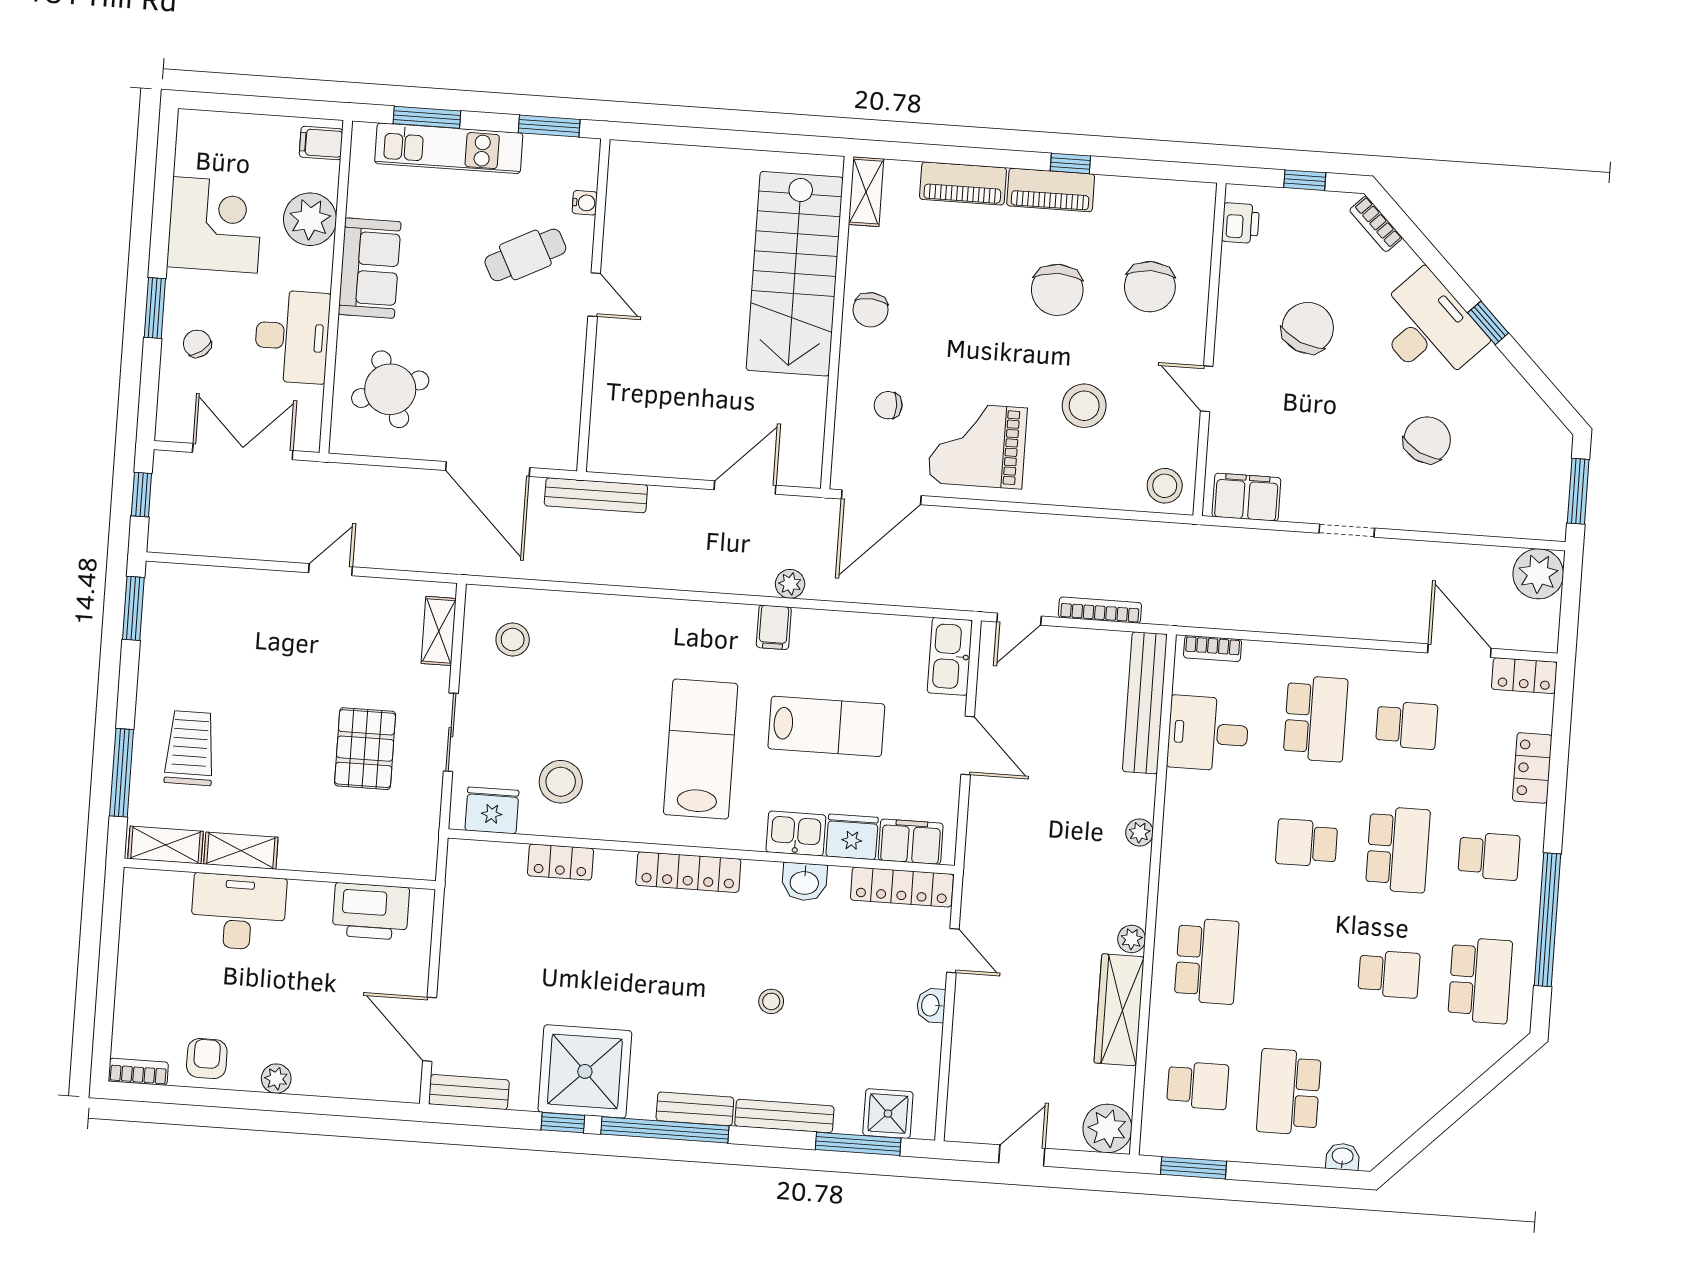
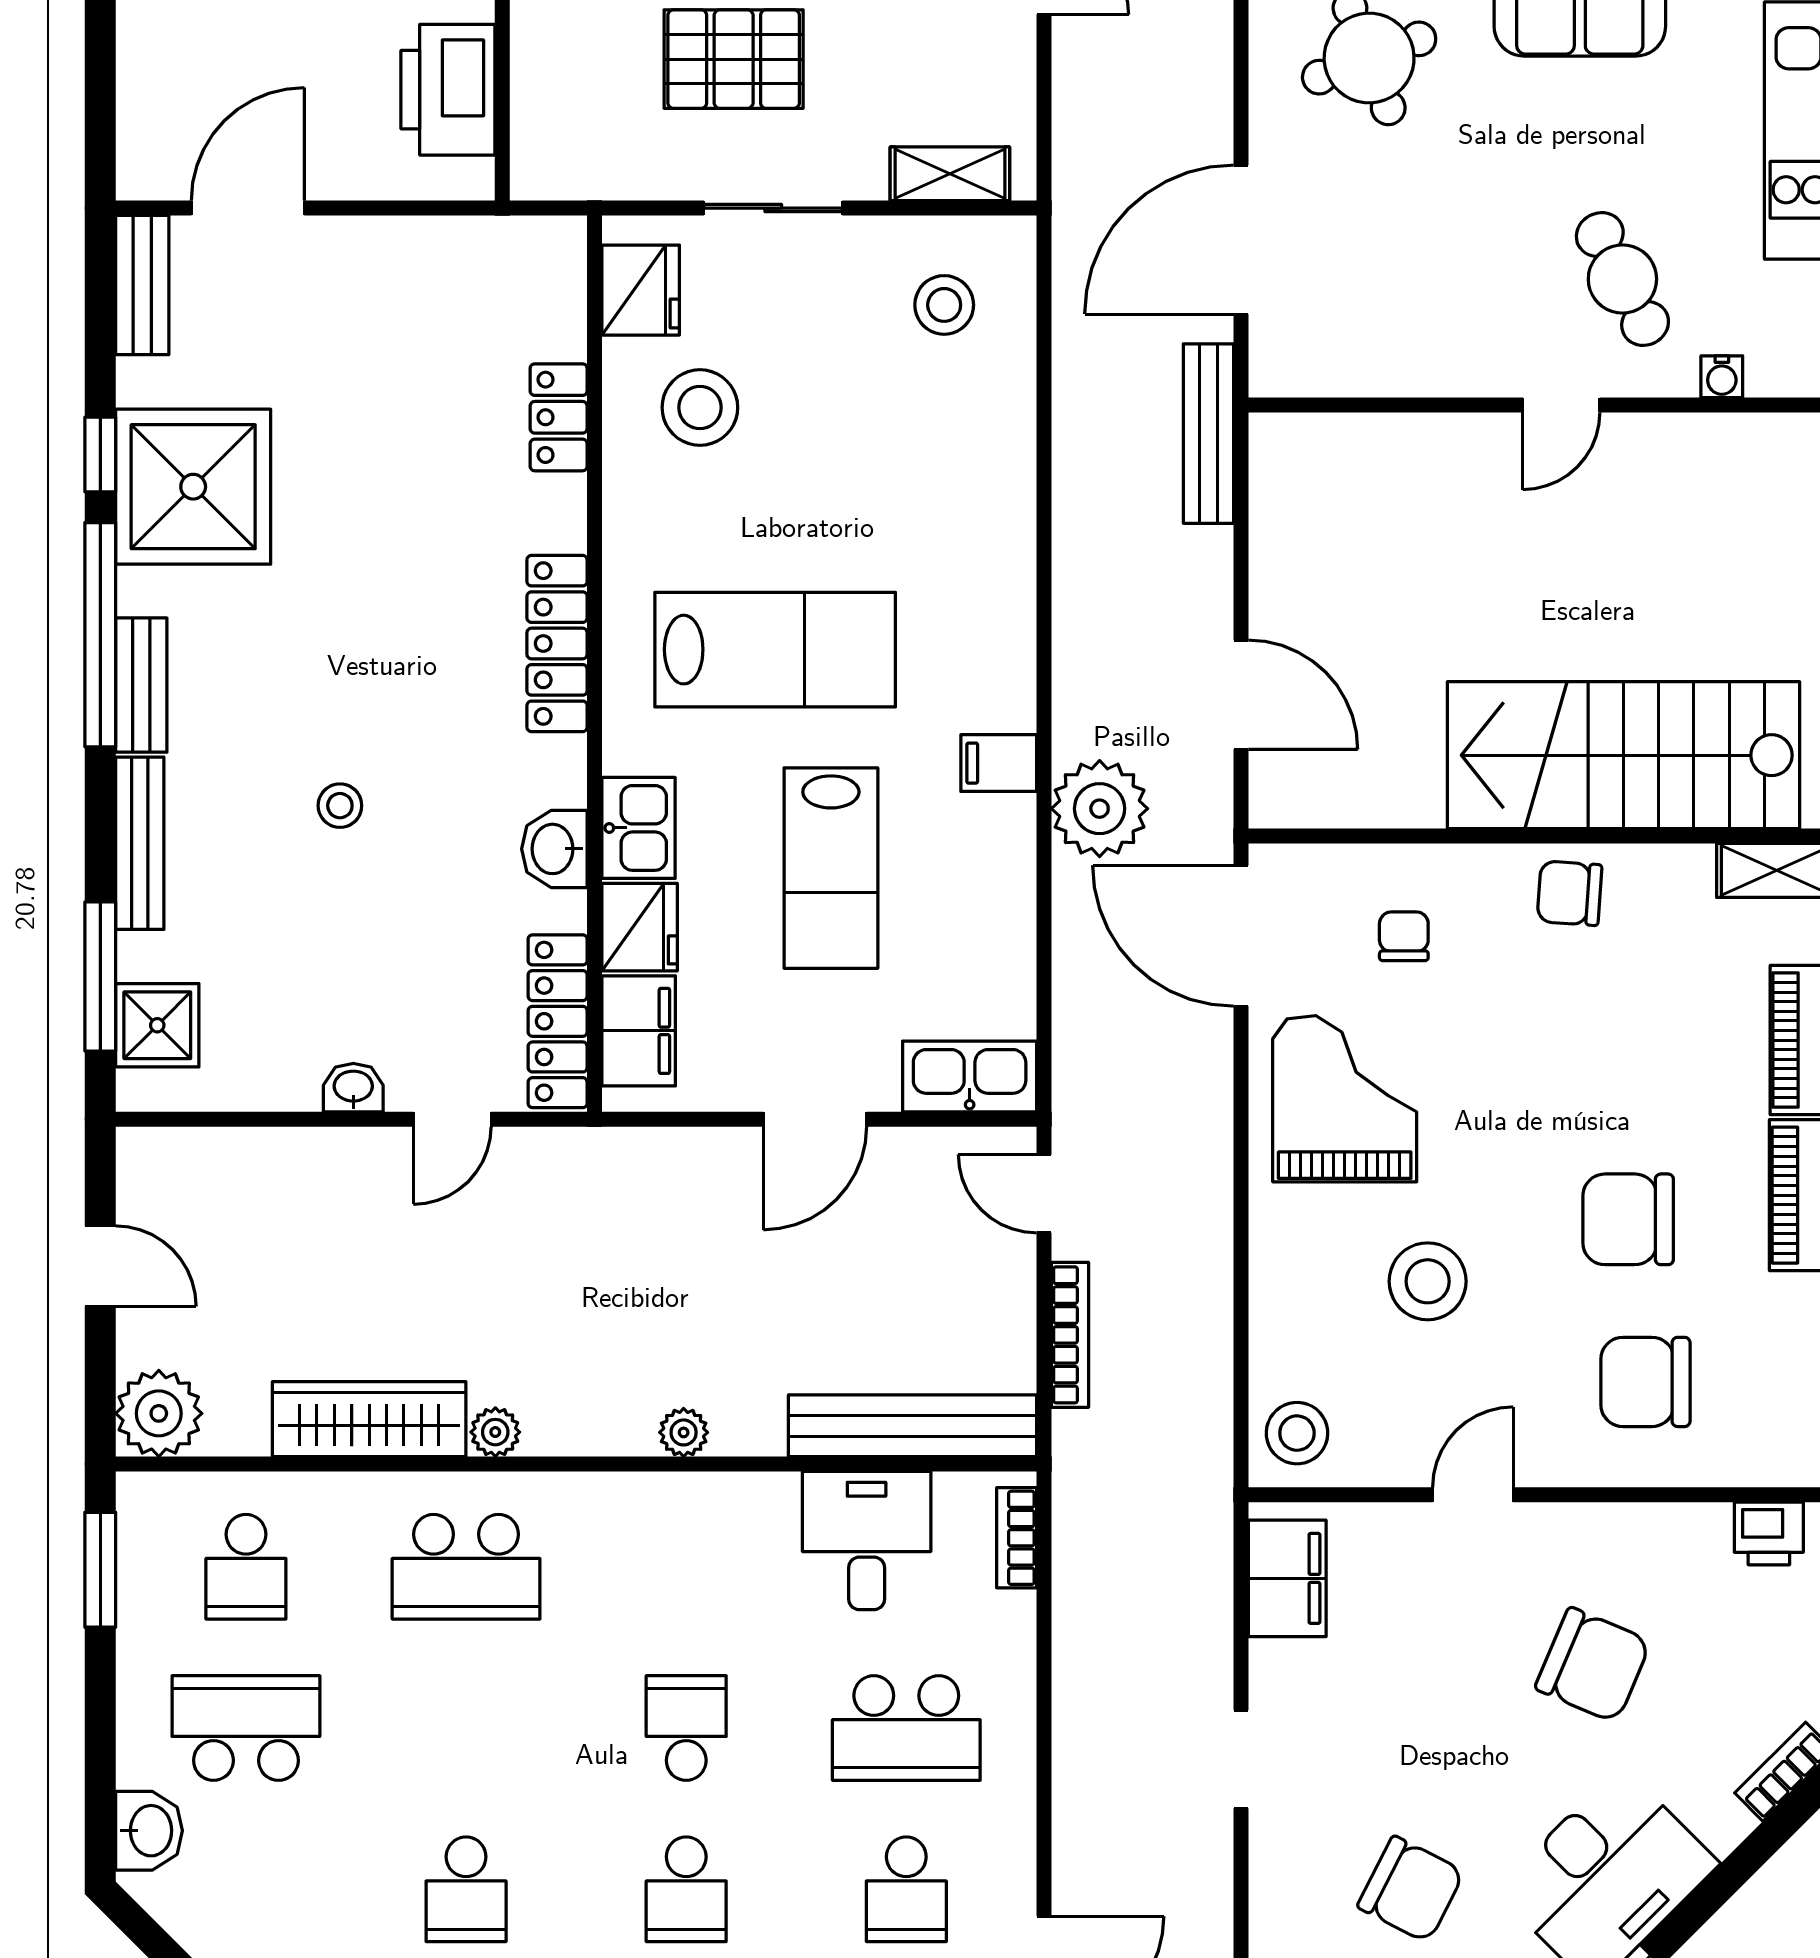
plant: (790, 584) -> (1100, 809), width x1.87, depth x1.87
school desk: (1398, 850) -> (686, 1889), width x0.54
washbasin: (1343, 1157) -> (149, 1831), width x1.38, depth x1.45

